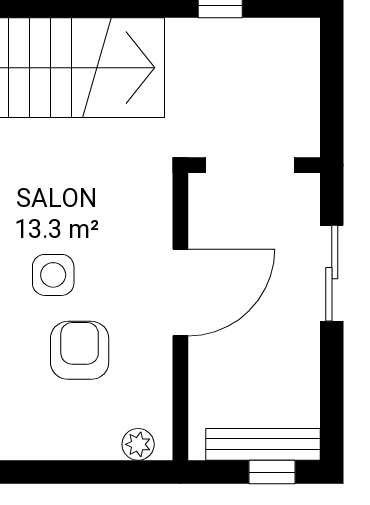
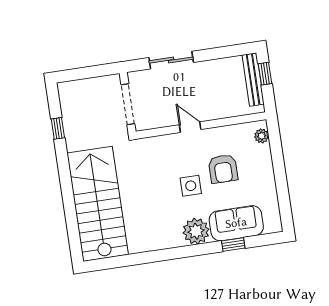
door: (180, 292) -> (190, 127), width x0.53
armchair: (80, 350) -> (223, 169), turned -90

